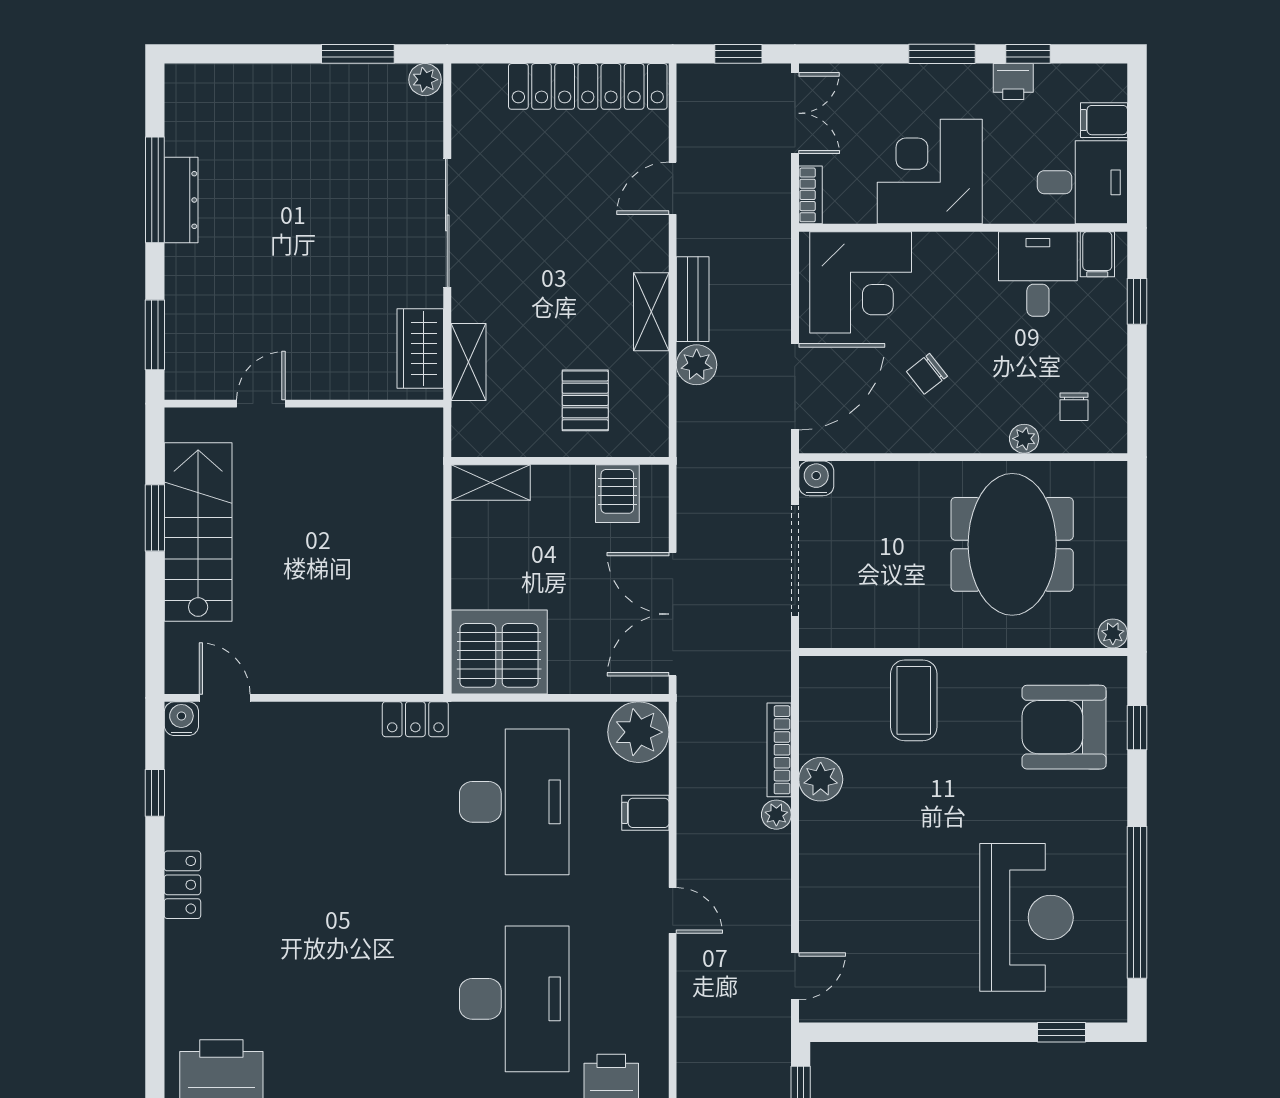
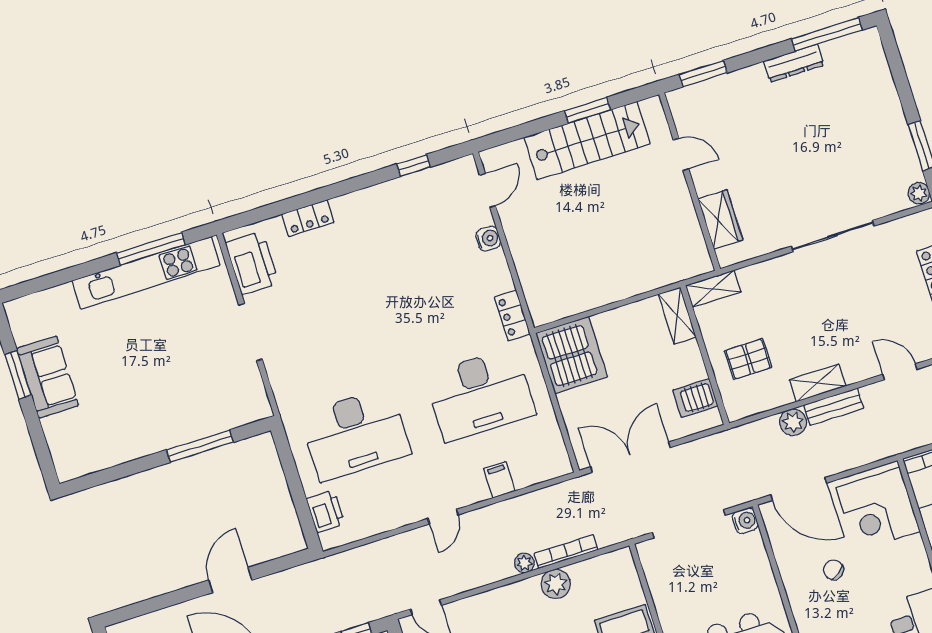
window: (155, 190) -> (827, 34), moved
wardrobe: (420, 348) -> (720, 219), moved, turned 90
shelving: (468, 362) -> (713, 289), moved
water cooler: (181, 719) -> (488, 239), moved
plant: (638, 732) -> (549, 459), removed
locker: (182, 885) -> (308, 218), moved

